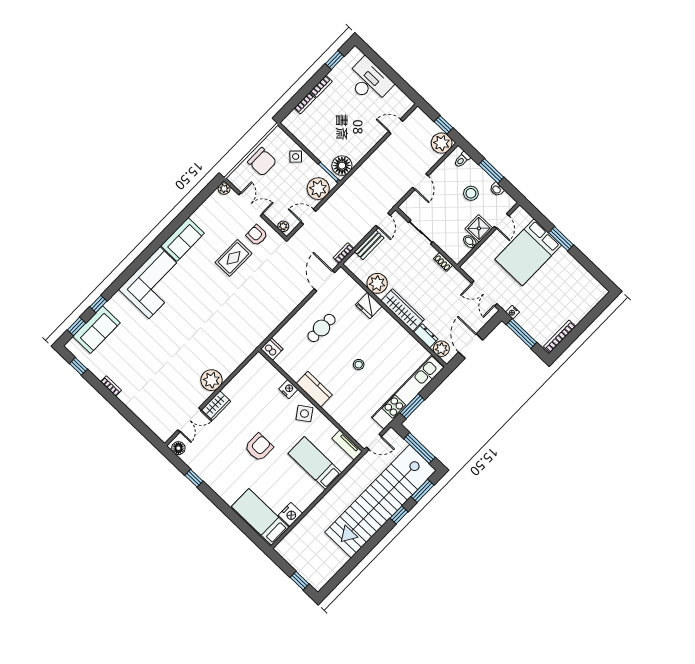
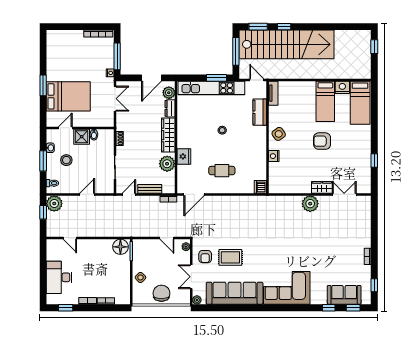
plant: (318, 189) -> (146, 248), removed
sofa: (183, 239) -> (235, 293), width x1.85, depth x1.27
kitchen counter: (314, 389) -> (260, 112), moved
floor lamp: (178, 448) -> (366, 185), removed
bed: (315, 463) -> (325, 101), moved

